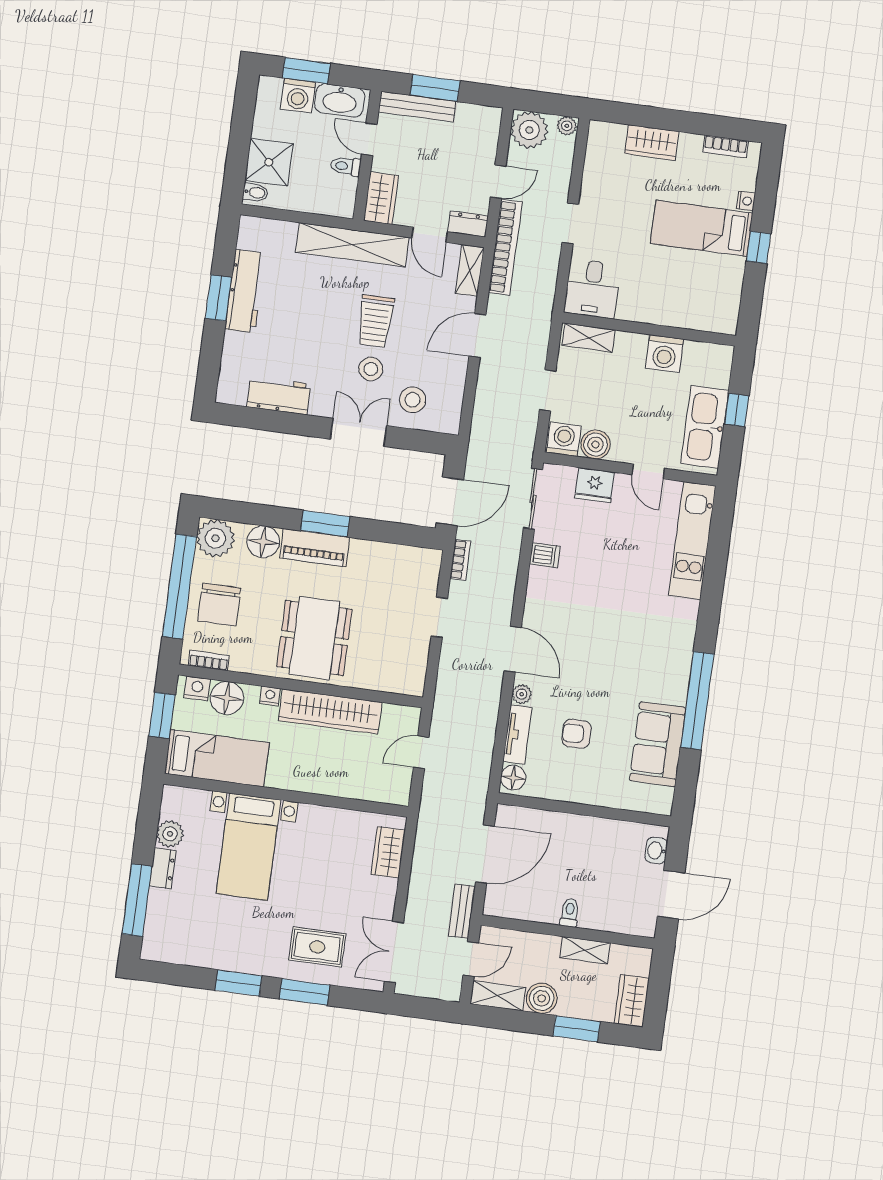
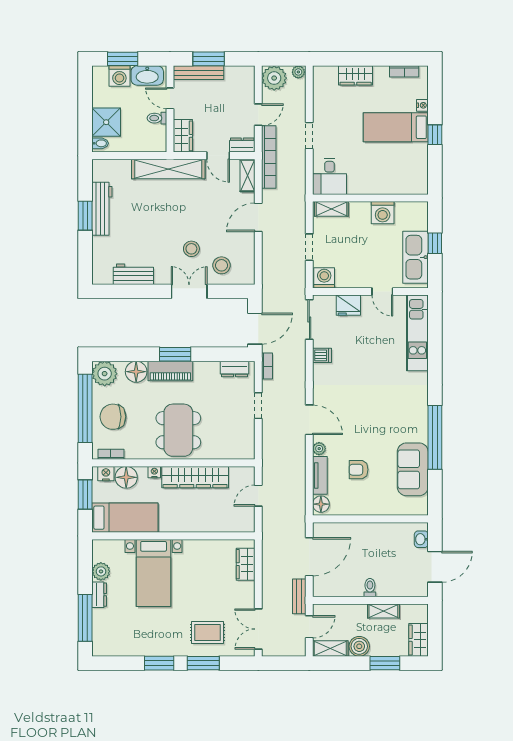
trolley: (375, 321) -> (190, 217), removed
boiler: (596, 444) -> (345, 278), removed
dresser: (411, 558) -> (235, 369), added
chair: (219, 605) -> (113, 417), turned 90

